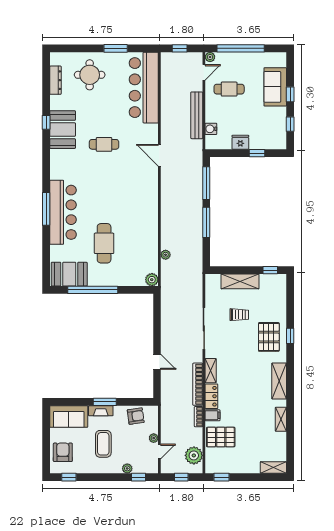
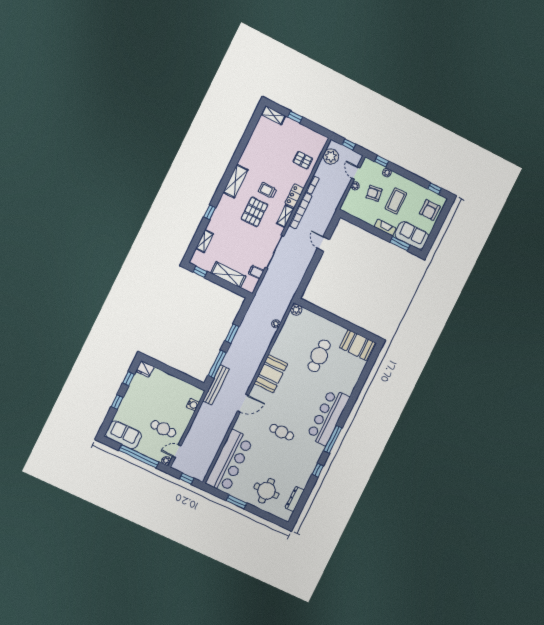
sofa: (275, 87) -> (124, 435), moved, turned -90
bench: (197, 115) -> (216, 385), moved
booth: (63, 130) -> (271, 374), moved
fridge: (240, 142) -> (145, 369), moved
window: (257, 153) -> (166, 368), removed
door: (159, 155) -> (243, 403), hinge flipped
window: (46, 209) -> (333, 439), moved
bar counter: (63, 212) -> (328, 417), moved
window: (206, 222) -> (232, 334), width x0.69
window: (93, 290) -> (345, 324), removed
trolley: (239, 315) -> (267, 190), moved
pallet: (269, 337) -> (254, 212), moved
window: (105, 402) -> (400, 243), moved
filing cabinet: (213, 415) -> (256, 272), moved
armchair: (136, 416) -> (374, 193), moved
shelving: (281, 419) -> (205, 241), moved
pallet: (221, 437) -> (303, 160), width x0.67, depth x0.71
door: (159, 452) -> (356, 173), hinge flipped
window: (222, 477) -> (295, 117), moved

